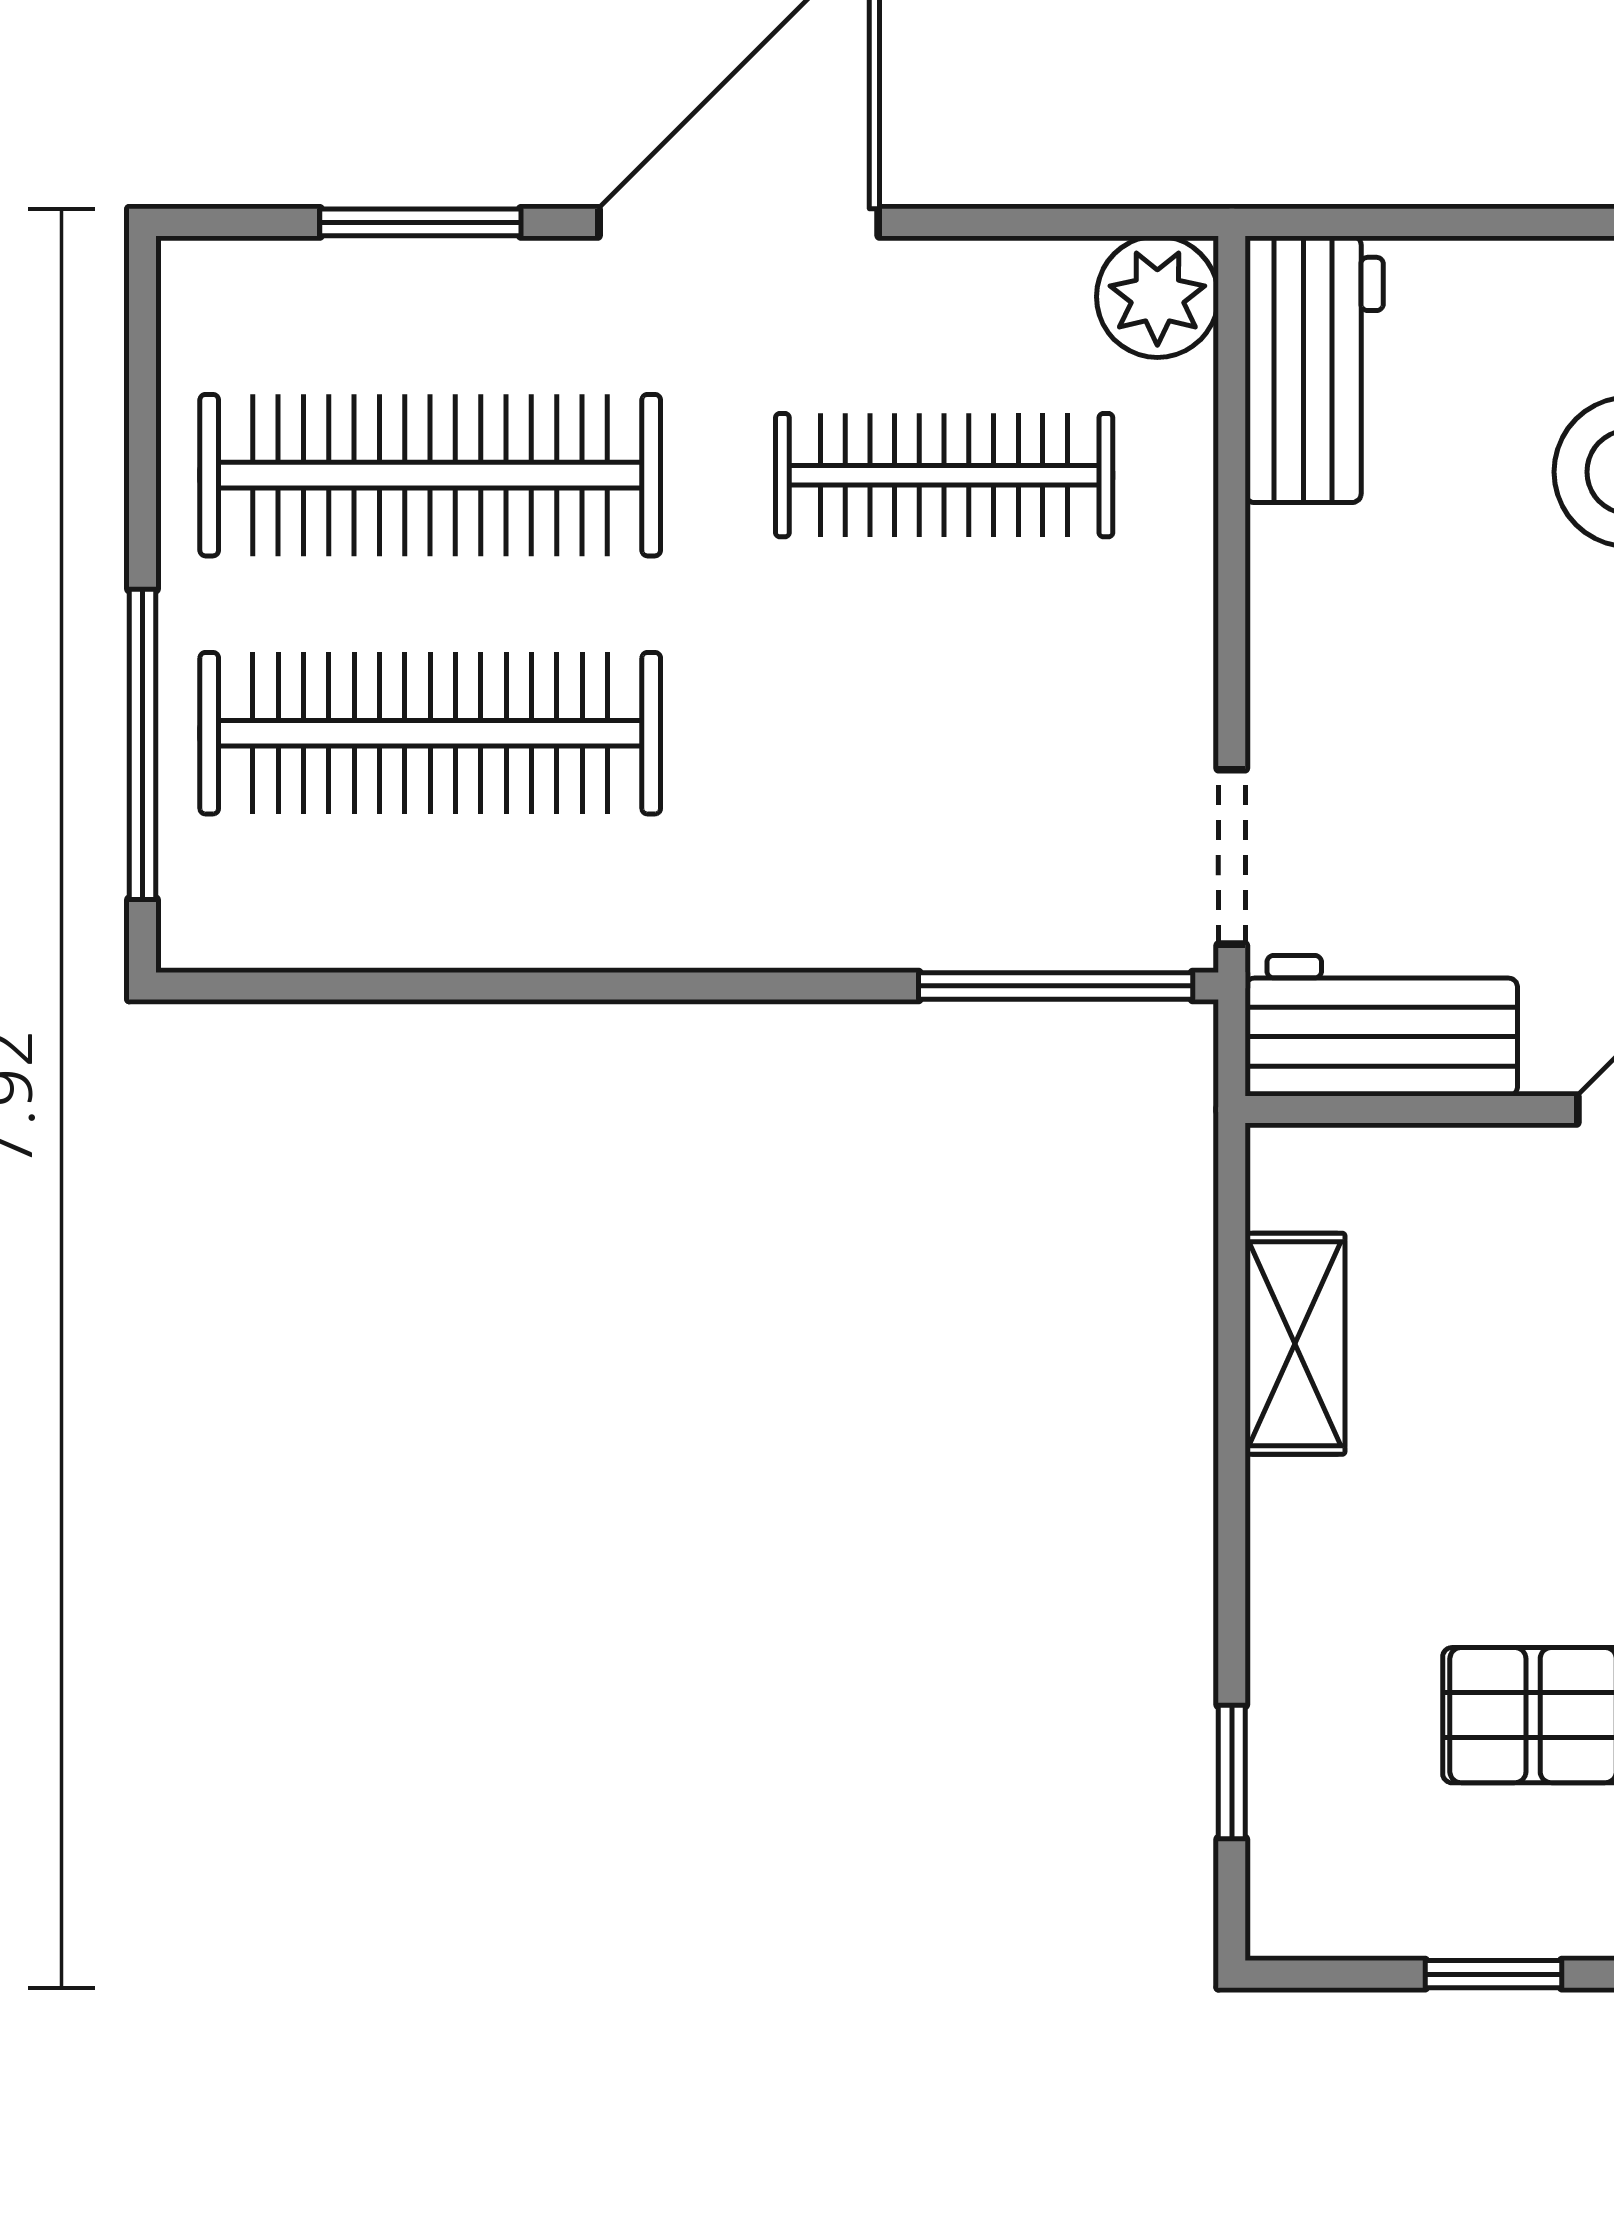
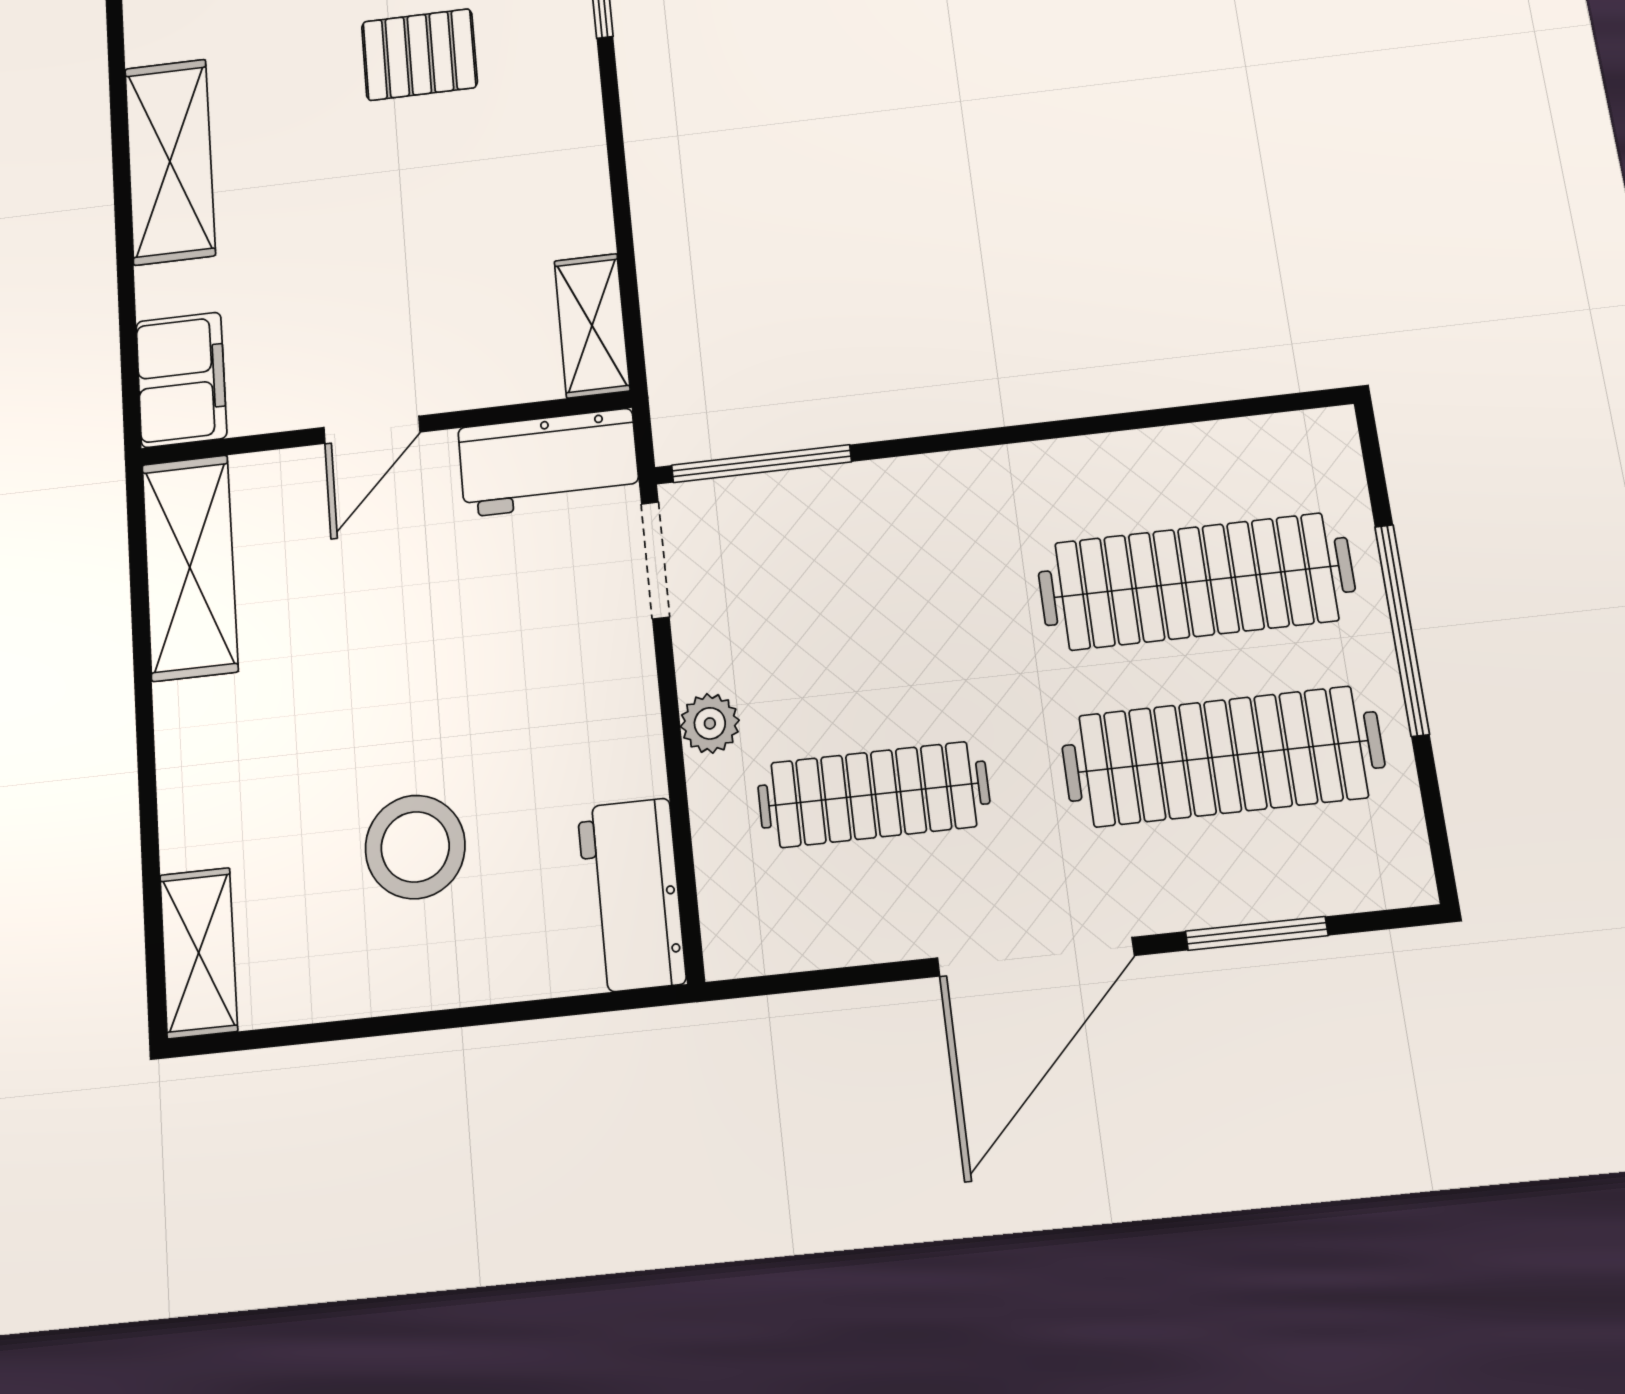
plant: (1157, 297) -> (710, 723), moved, width x0.73, depth x0.73
window: (143, 744) -> (1402, 630), moved
shelving: (1295, 1344) -> (592, 326), moved

